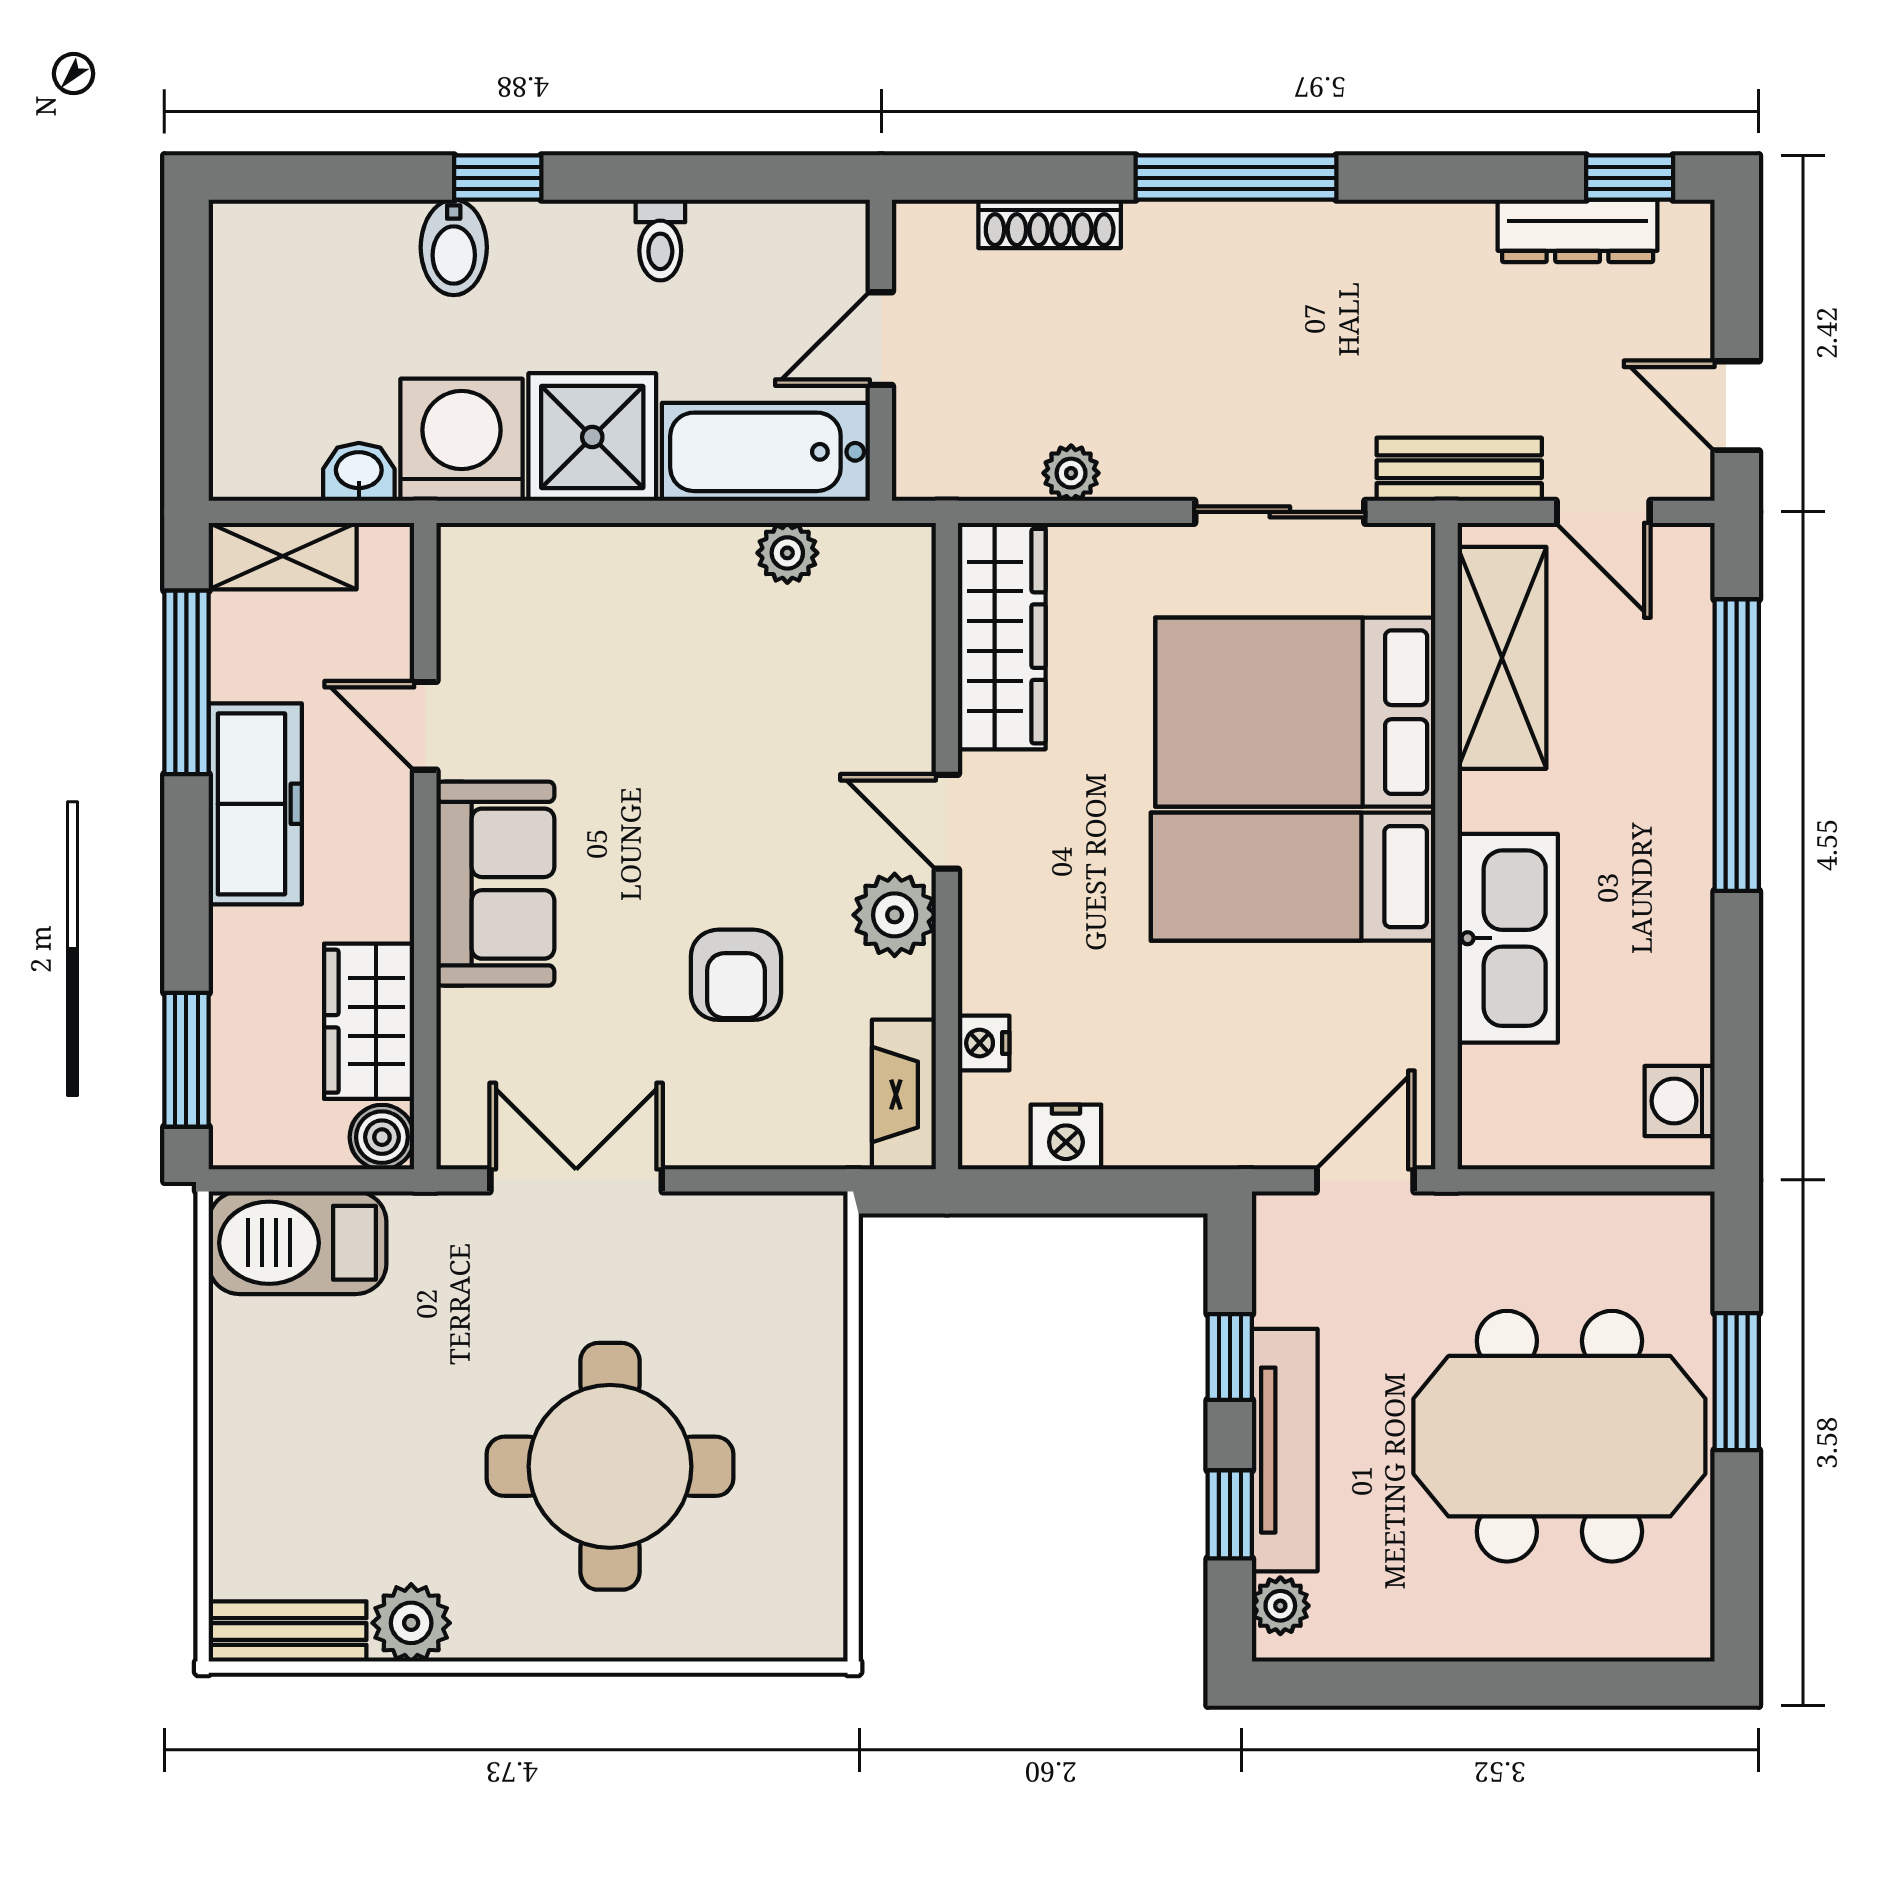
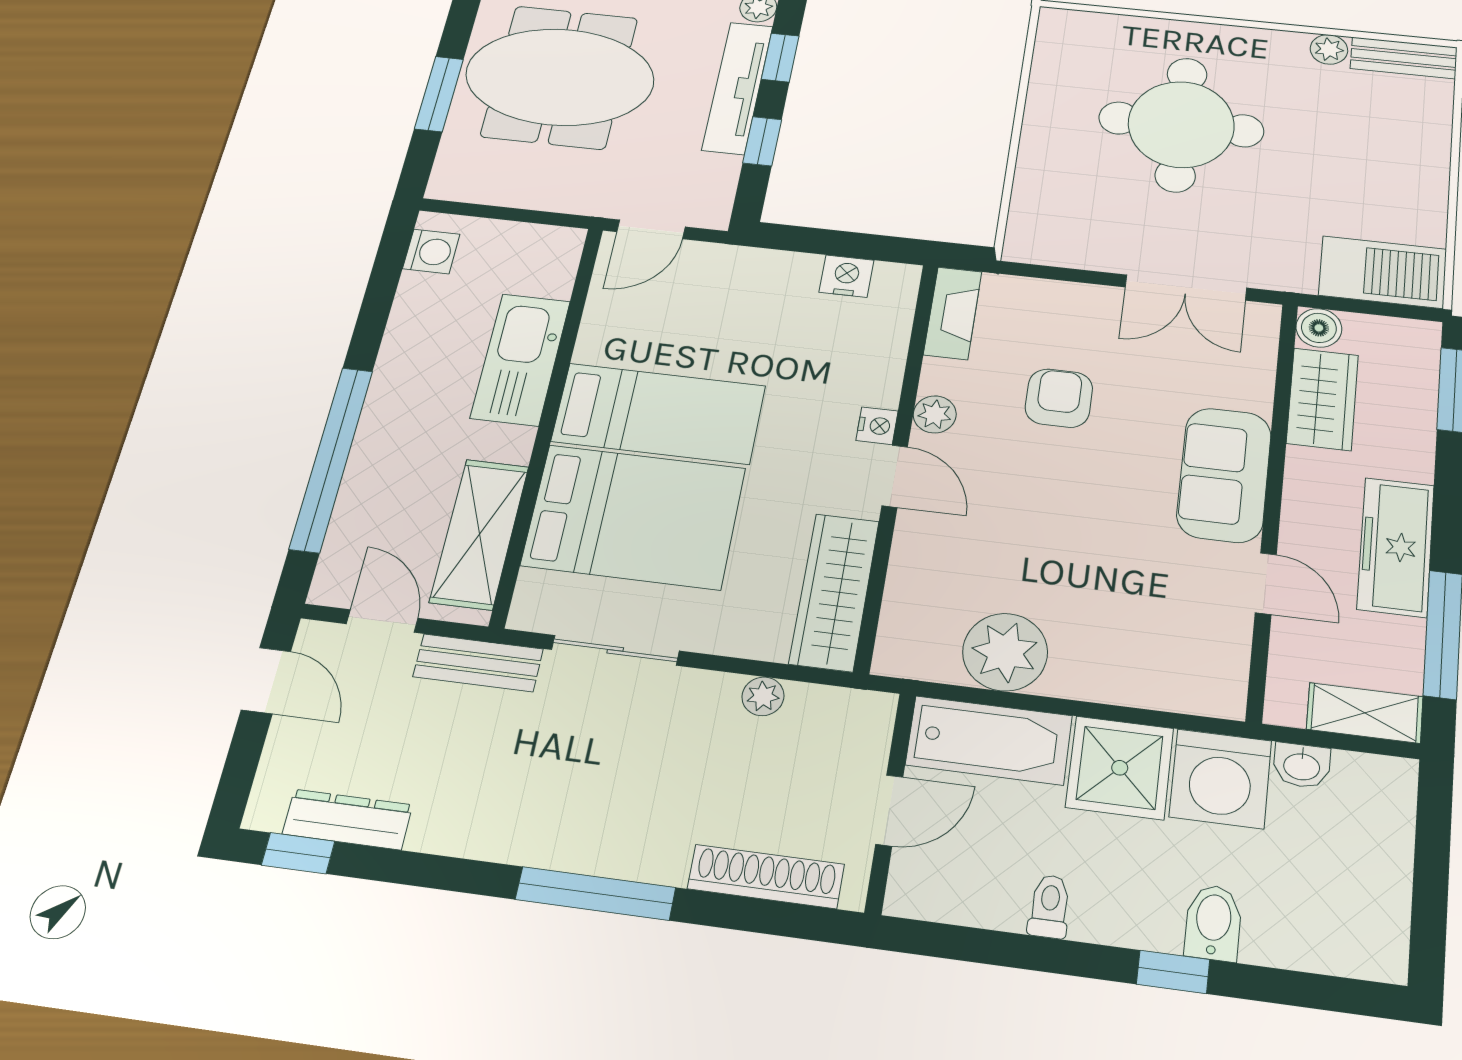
shoe rack: (1050, 224) -> (766, 876), width x1.36, depth x1.24
plant: (787, 553) -> (1005, 652), width x1.87, depth x1.87
plant: (895, 915) -> (935, 414), width x0.73, depth x0.73
nightstand: (984, 1043) -> (877, 426), moved
plant: (411, 1623) -> (1329, 49), width x0.73, depth x0.73

